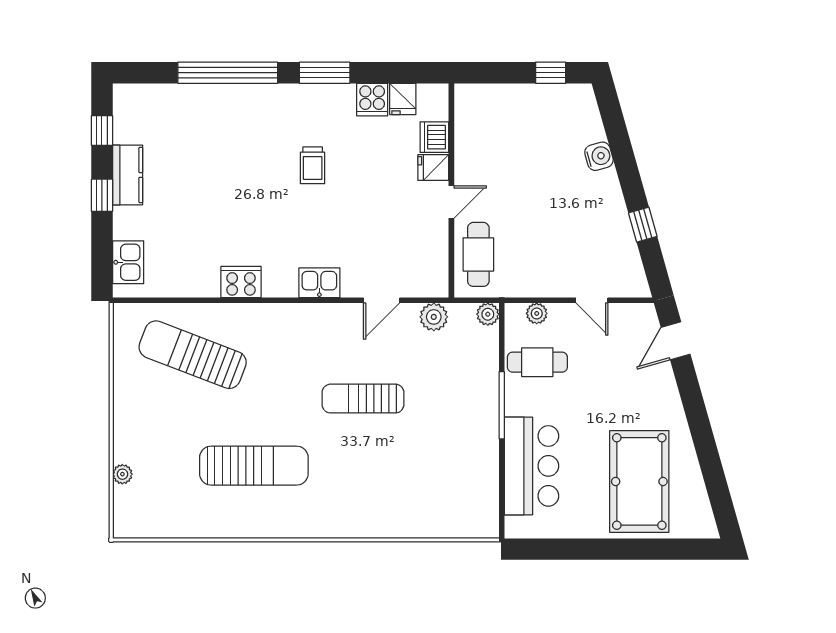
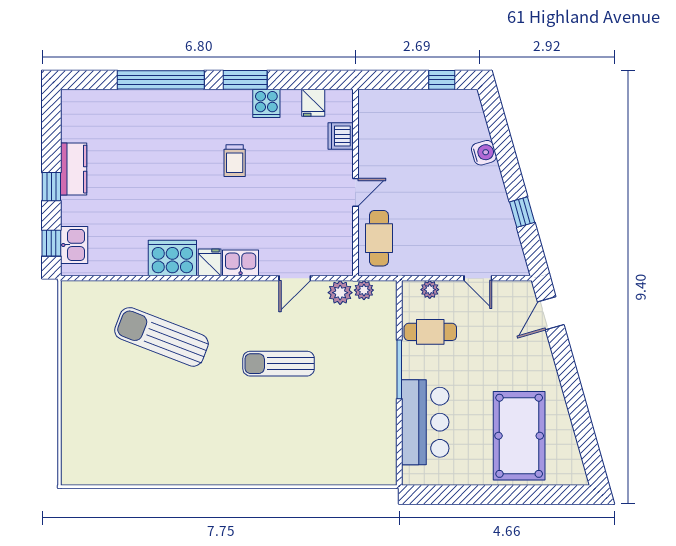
cooker: (372, 100) -> (266, 103), moved
window: (102, 131) -> (51, 243), moved
fridge: (433, 168) -> (210, 262), moved, turned 90
cooker: (241, 282) -> (172, 258), width x1.37, depth x1.31
plant: (488, 314) -> (364, 290), moved
sun lounger: (193, 355) -> (161, 337), moved
sun lounger: (254, 466) -> (184, 422), removed
plant: (122, 474) -> (69, 429), removed

